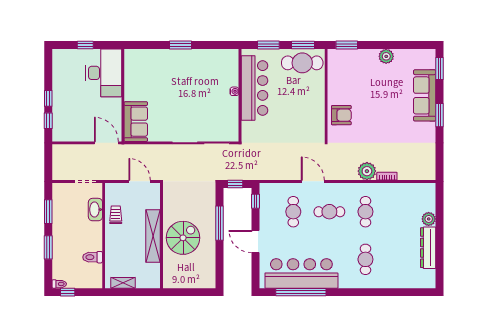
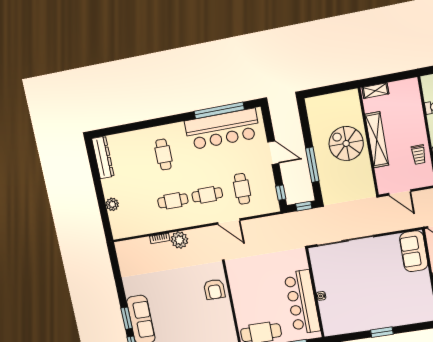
armchair: (341, 115) -> (214, 289), turned -90
window: (439, 115) -> (127, 318), moved
cafe table: (365, 212) -> (173, 201), turned 90
spiral stairs: (183, 238) -> (346, 143), turned 90
dresser: (428, 248) -> (103, 157), moved
shelving: (123, 283) -> (375, 91), moved

